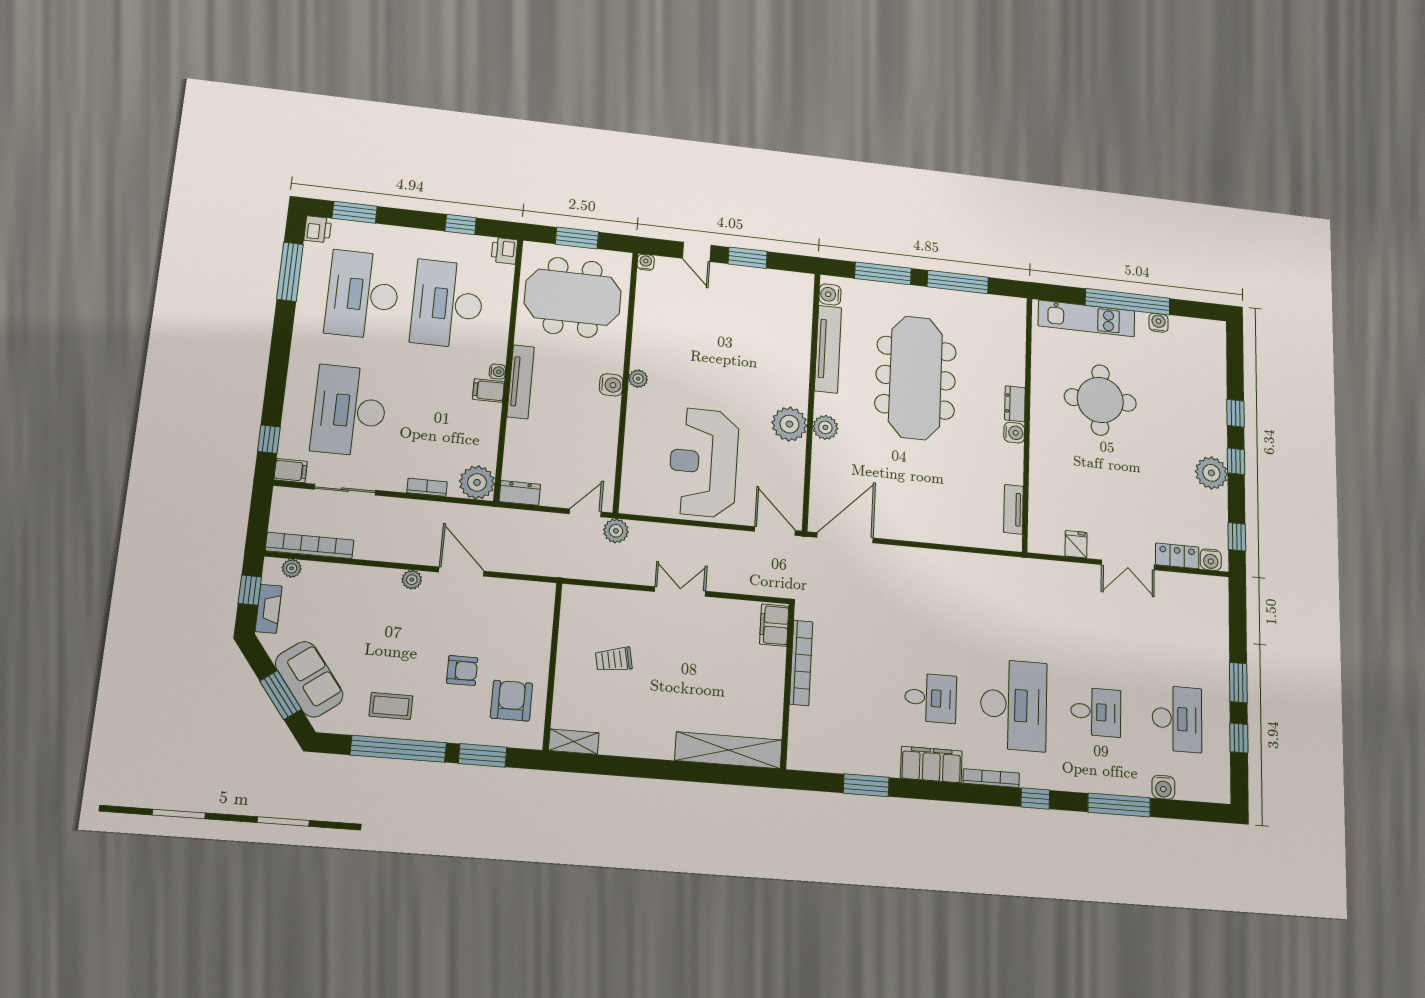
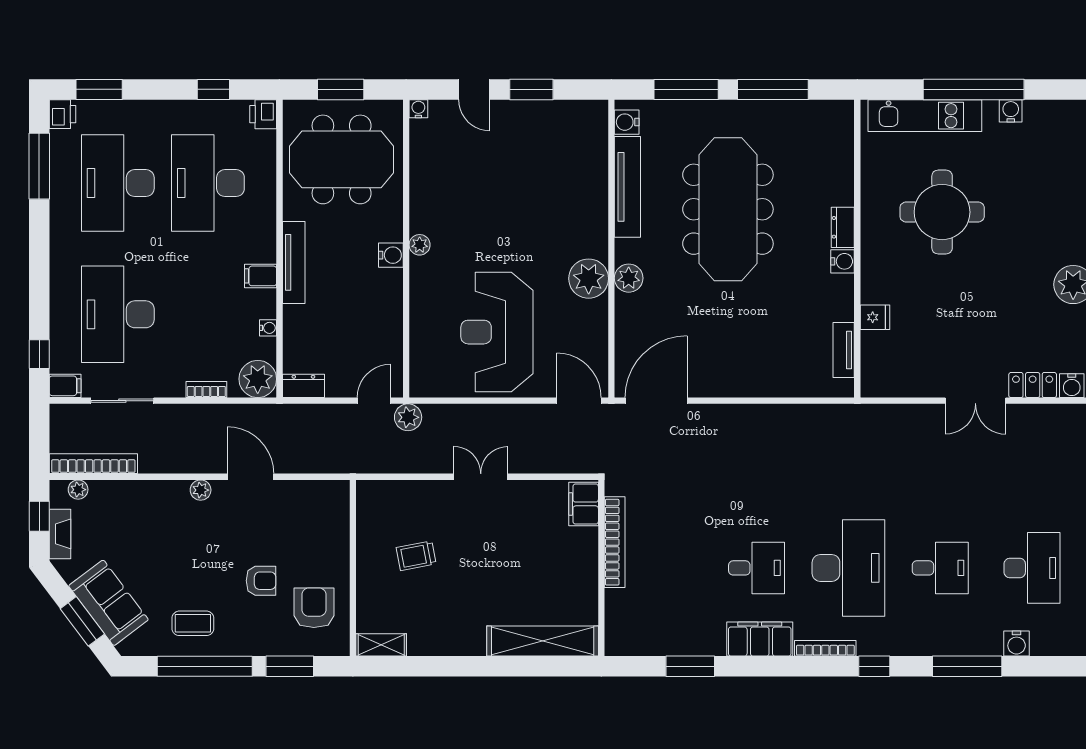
water cooler: (497, 372) -> (268, 328), moved
fridge: (1076, 544) -> (875, 317), moved, turned 90

